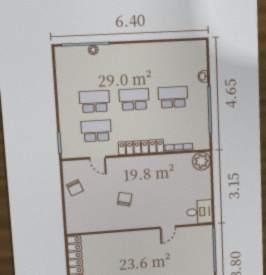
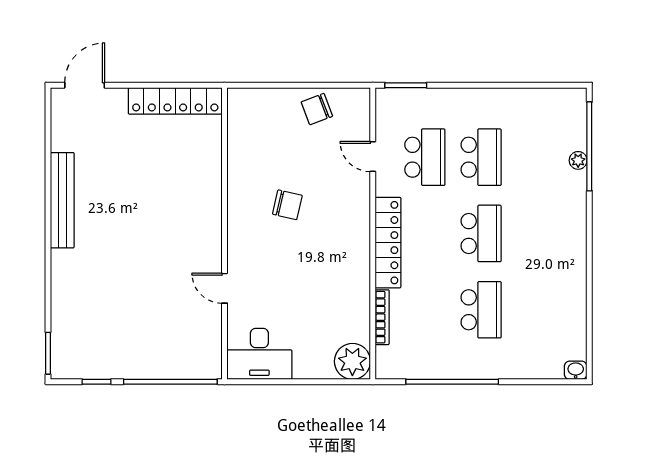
washbasin: (203, 76) -> (576, 370), moved
door: (98, 158) -> (373, 156), hinge flipped
desk: (200, 212) -> (259, 354), width x1.37

